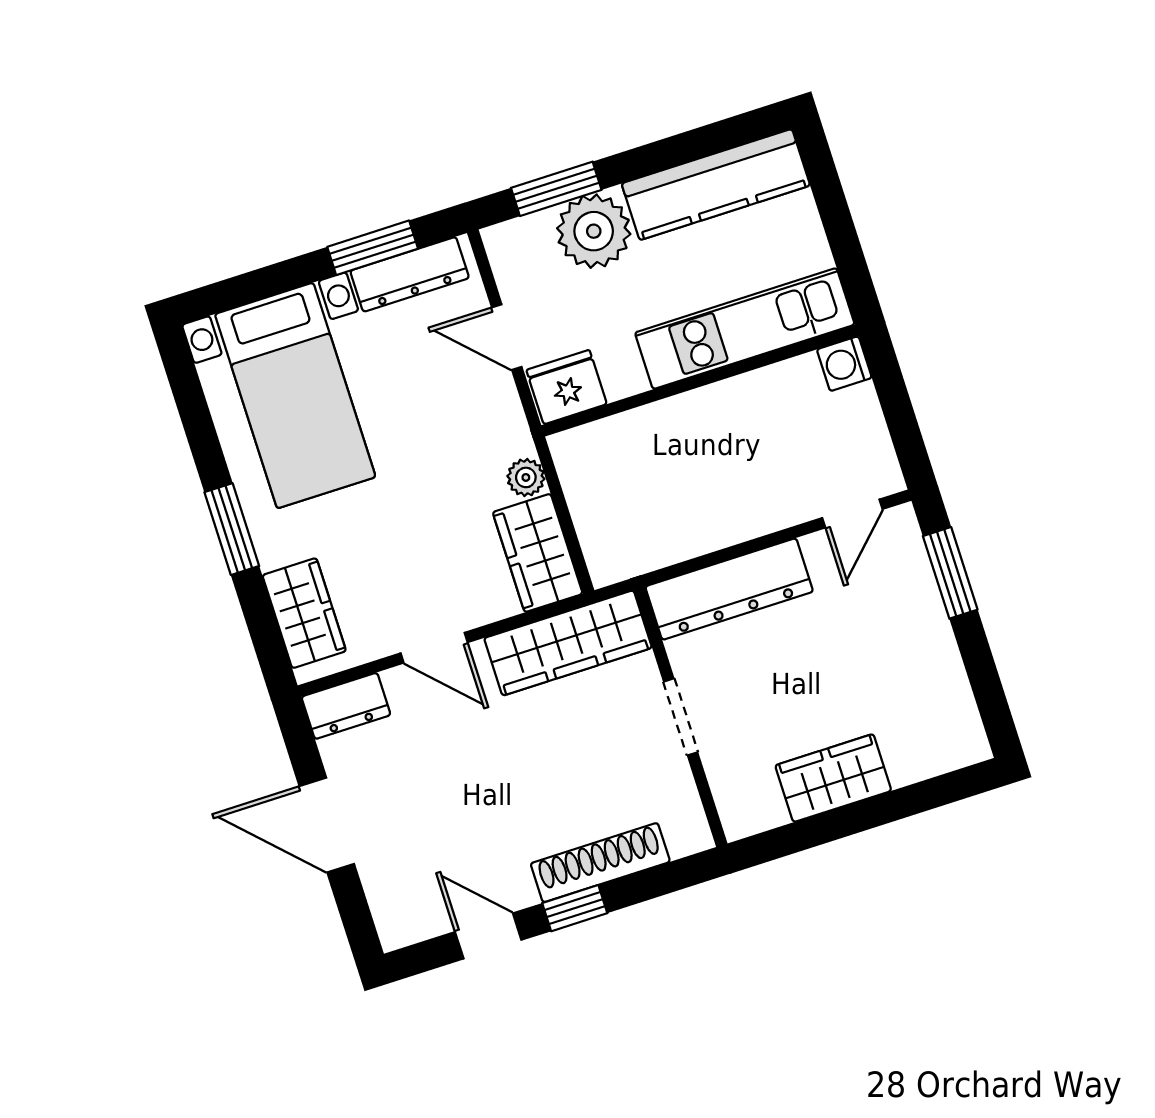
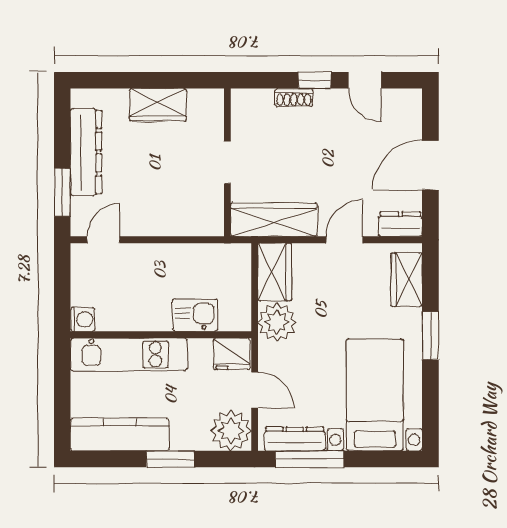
window: (556, 189) -> (170, 459), moved
plant: (594, 231) -> (231, 431), moved
window: (373, 248) -> (310, 459), width x1.44
kitchen sink: (652, 434) -> (195, 315), added
plant: (526, 477) -> (277, 322), width x1.87, depth x1.87
dresser: (729, 589) -> (86, 152), moved, turned 90
door: (434, 648) -> (345, 240), hinge flipped
door: (327, 825) -> (430, 165), swing flipped
shoe rack: (600, 863) -> (294, 97), width x0.51, depth x0.81

